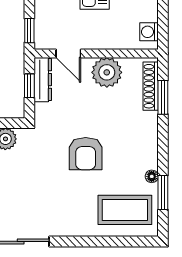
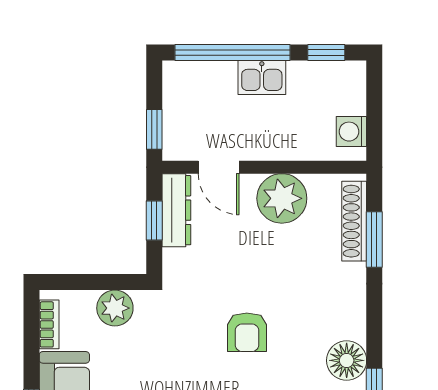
armchair: (86, 154) -> (247, 332), width x0.72, depth x0.72
floor lamp: (152, 176) -> (347, 360), width x1.89, depth x1.89

